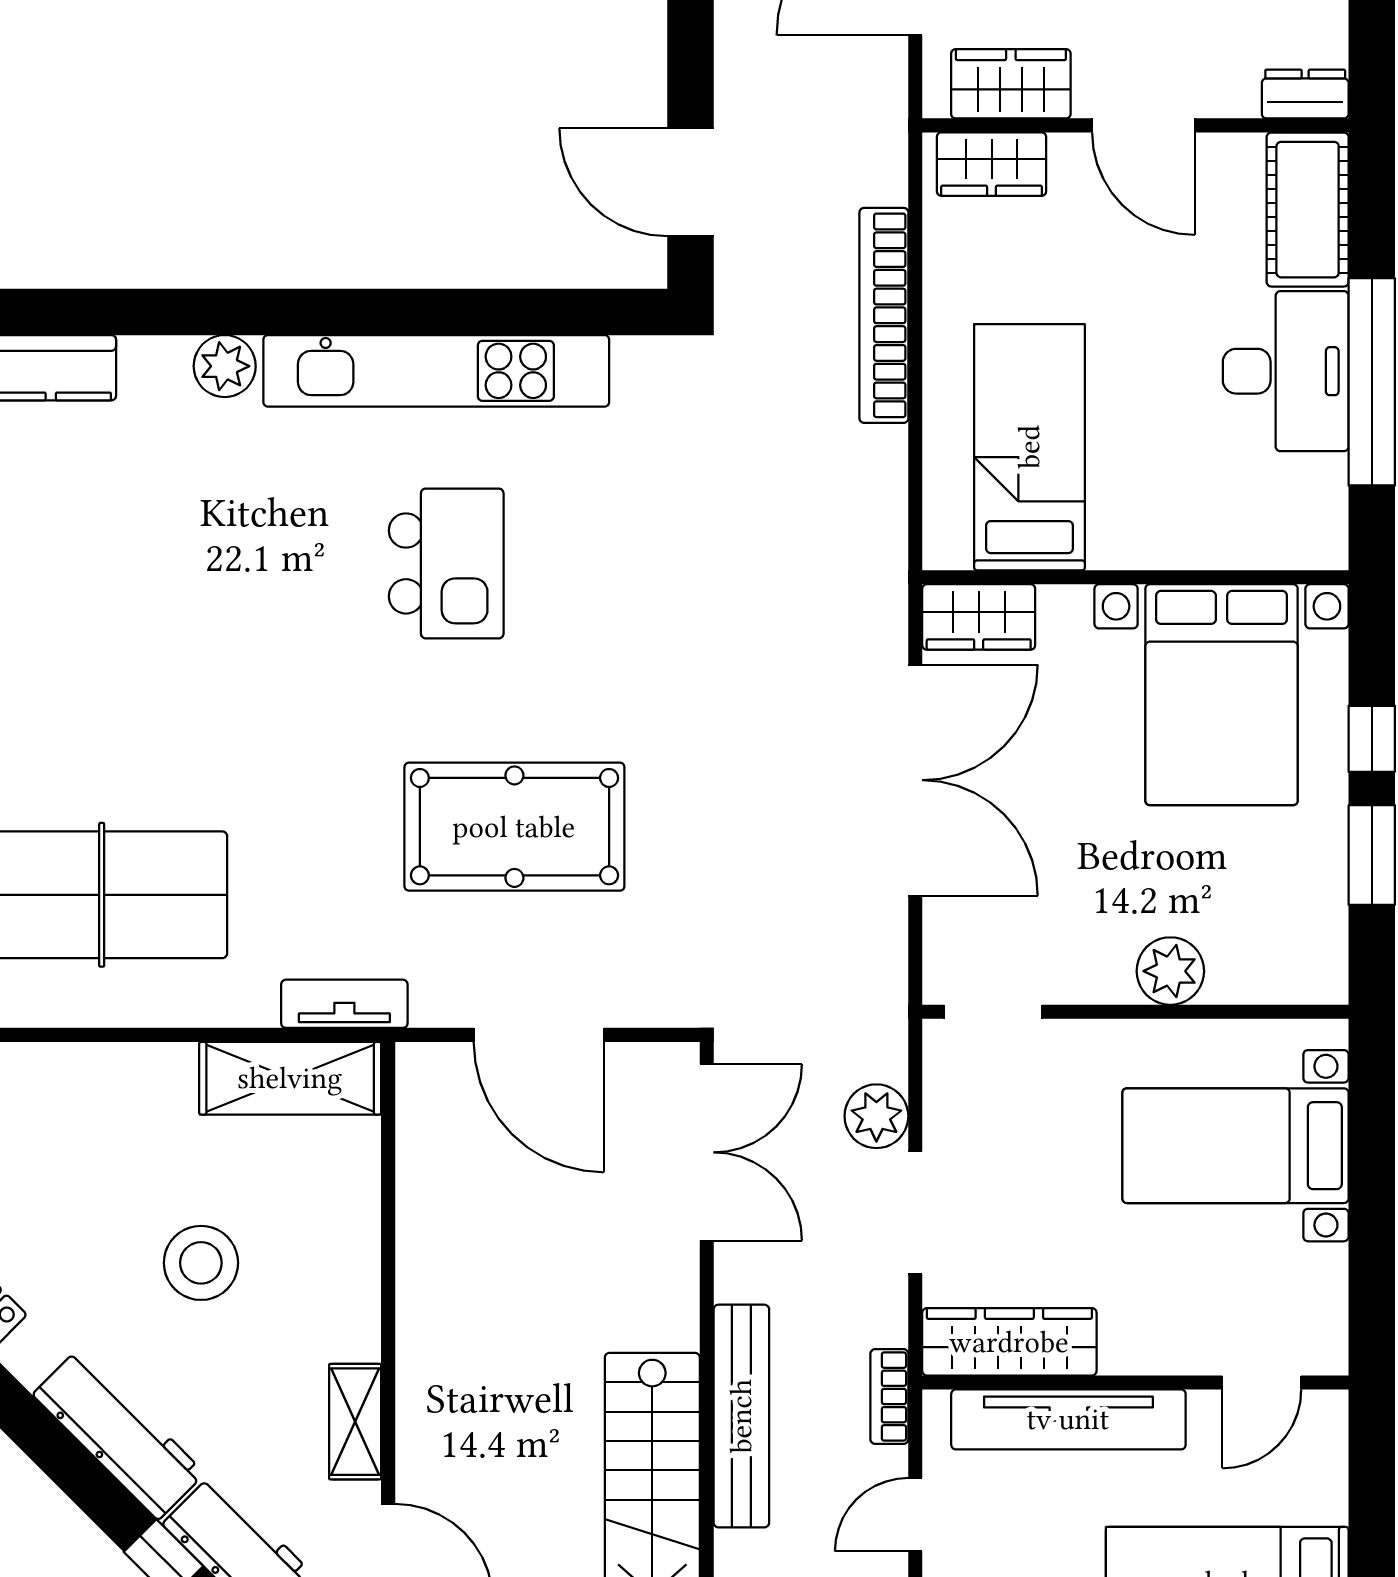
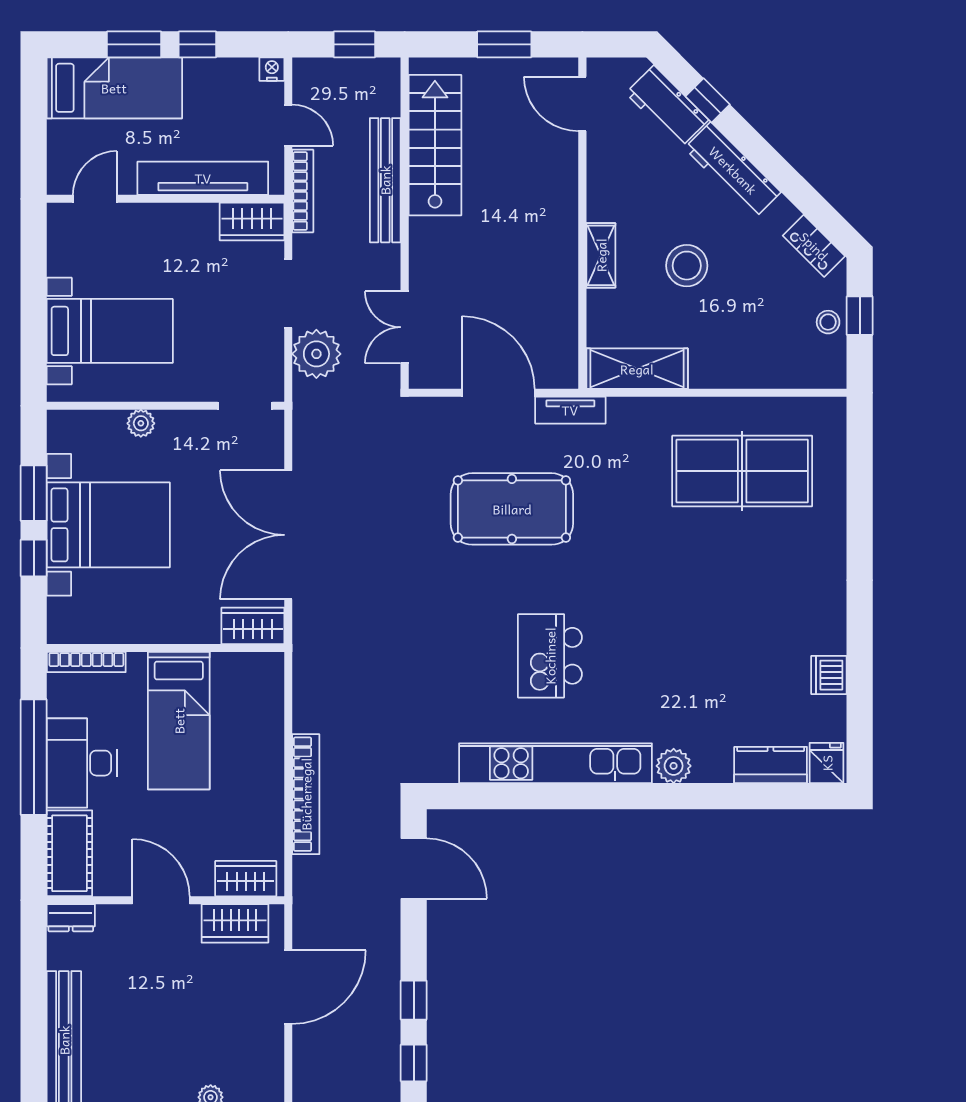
bed: (1029, 447) -> (179, 721), moved
bookcase: (1277, 552) -> (86, 662), added
bed with nightstands: (1222, 695) -> (108, 525), moved, turned 90
plant: (1170, 971) -> (141, 423), width x0.73, depth x0.73
tv unit: (344, 1004) -> (570, 410), moved
plant: (876, 1116) -> (316, 354), width x1.36, depth x1.36
double door: (707, 1152) -> (405, 327), width x0.73
wardrobe: (1009, 1342) -> (252, 222), width x0.67
bookcase: (889, 1397) -> (303, 191), width x1.56
shelving: (355, 1422) -> (601, 255), moved
door: (915, 1515) -> (288, 125), hinge flipped

